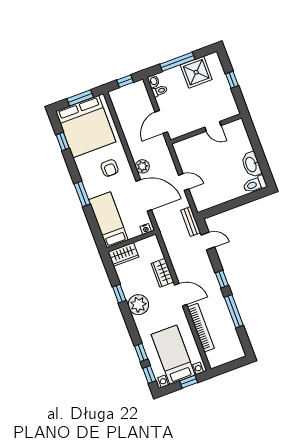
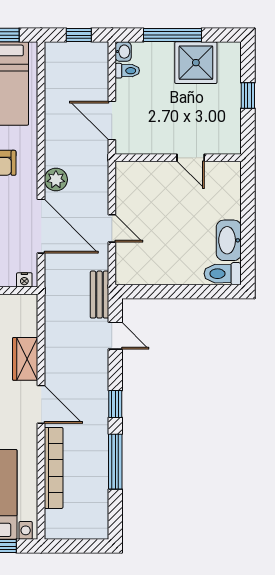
door: (161, 122) -> (112, 121), hinge flipped

